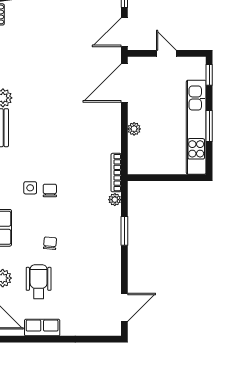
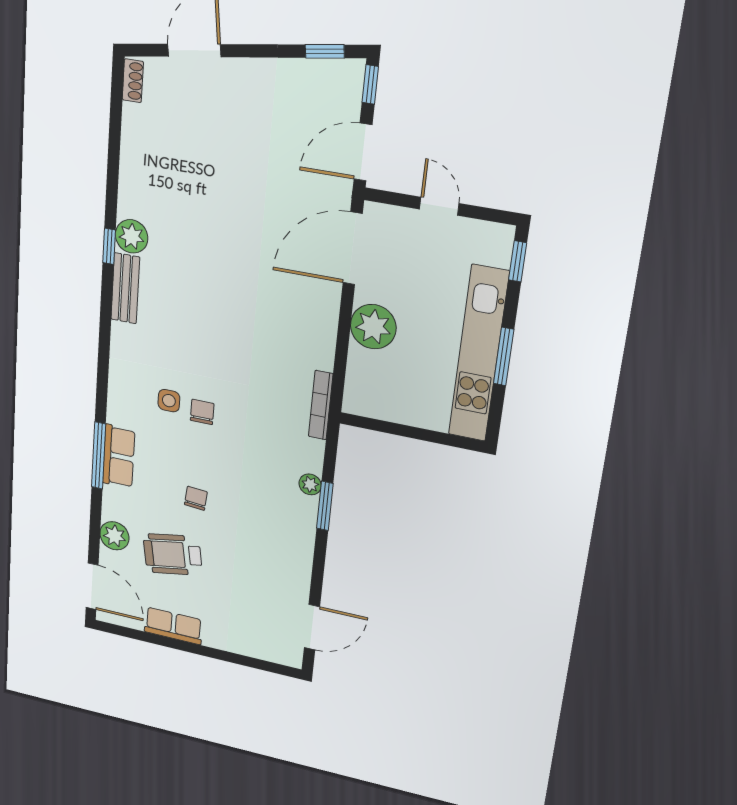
plant: (134, 129) -> (373, 327), width x1.88, depth x1.88
plant: (115, 200) -> (310, 484), moved
wheelchair: (39, 282) -> (173, 554), turned -100

